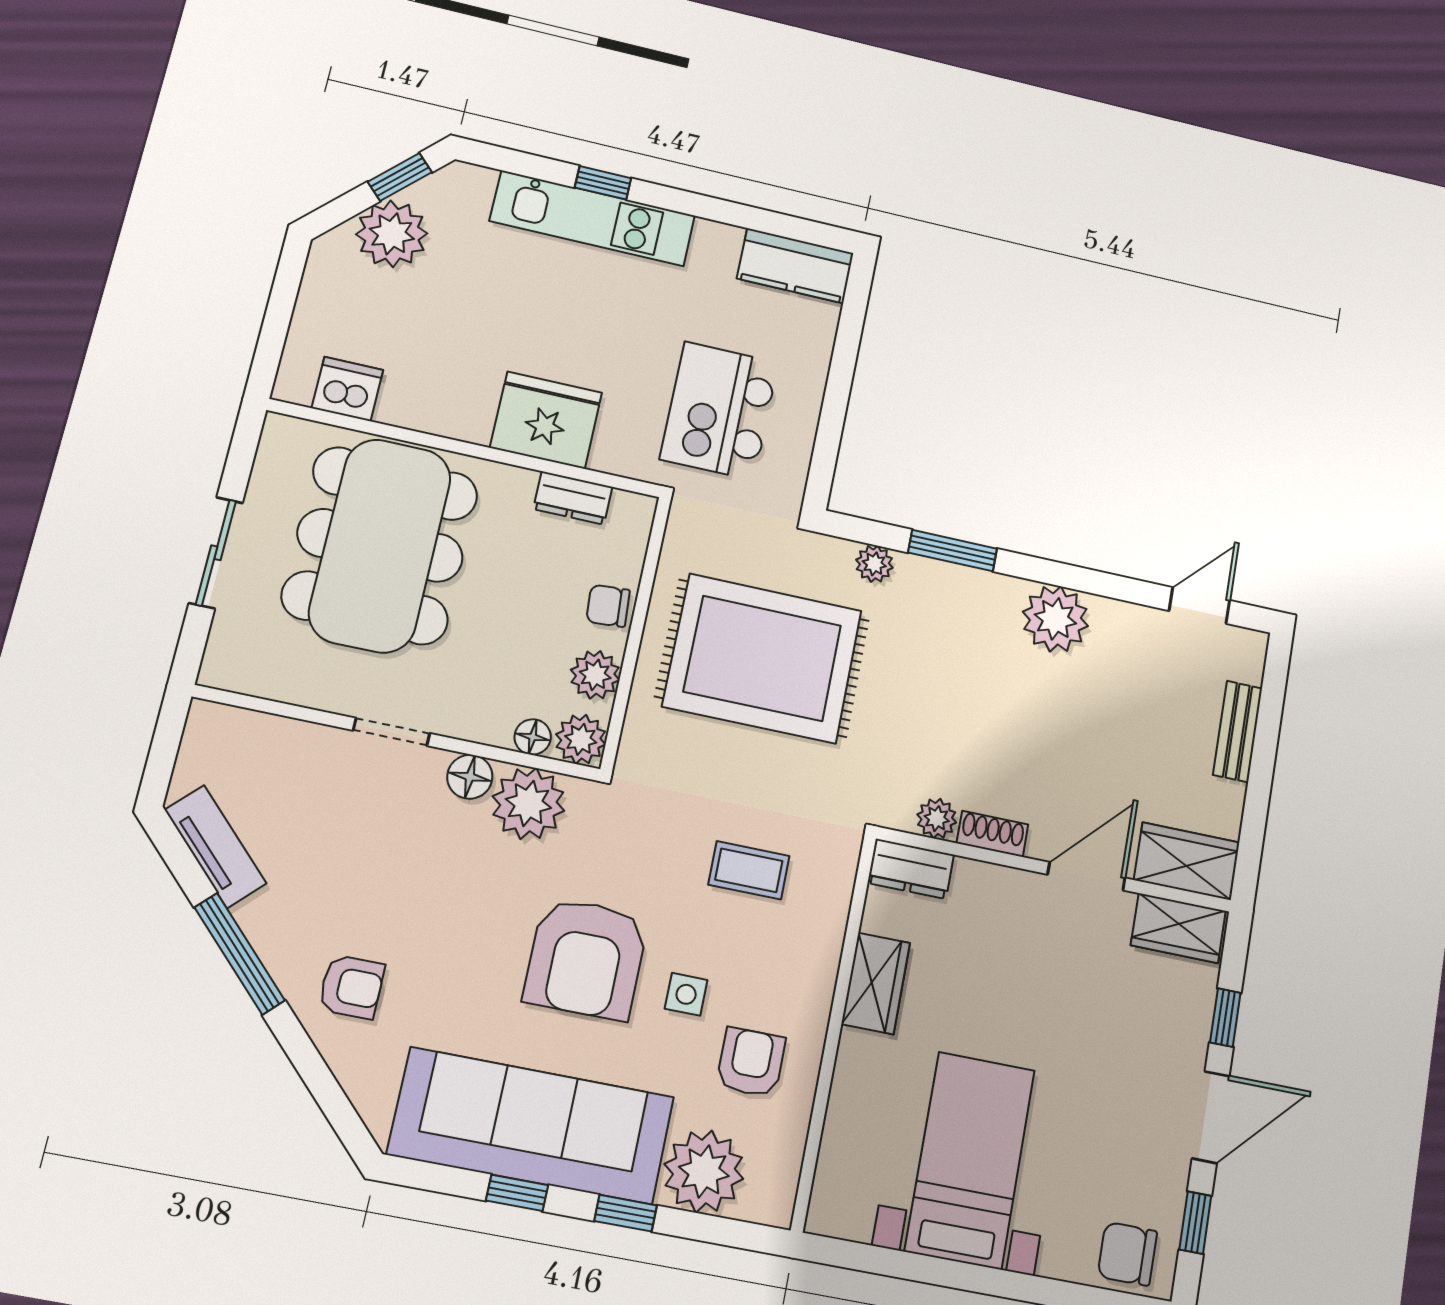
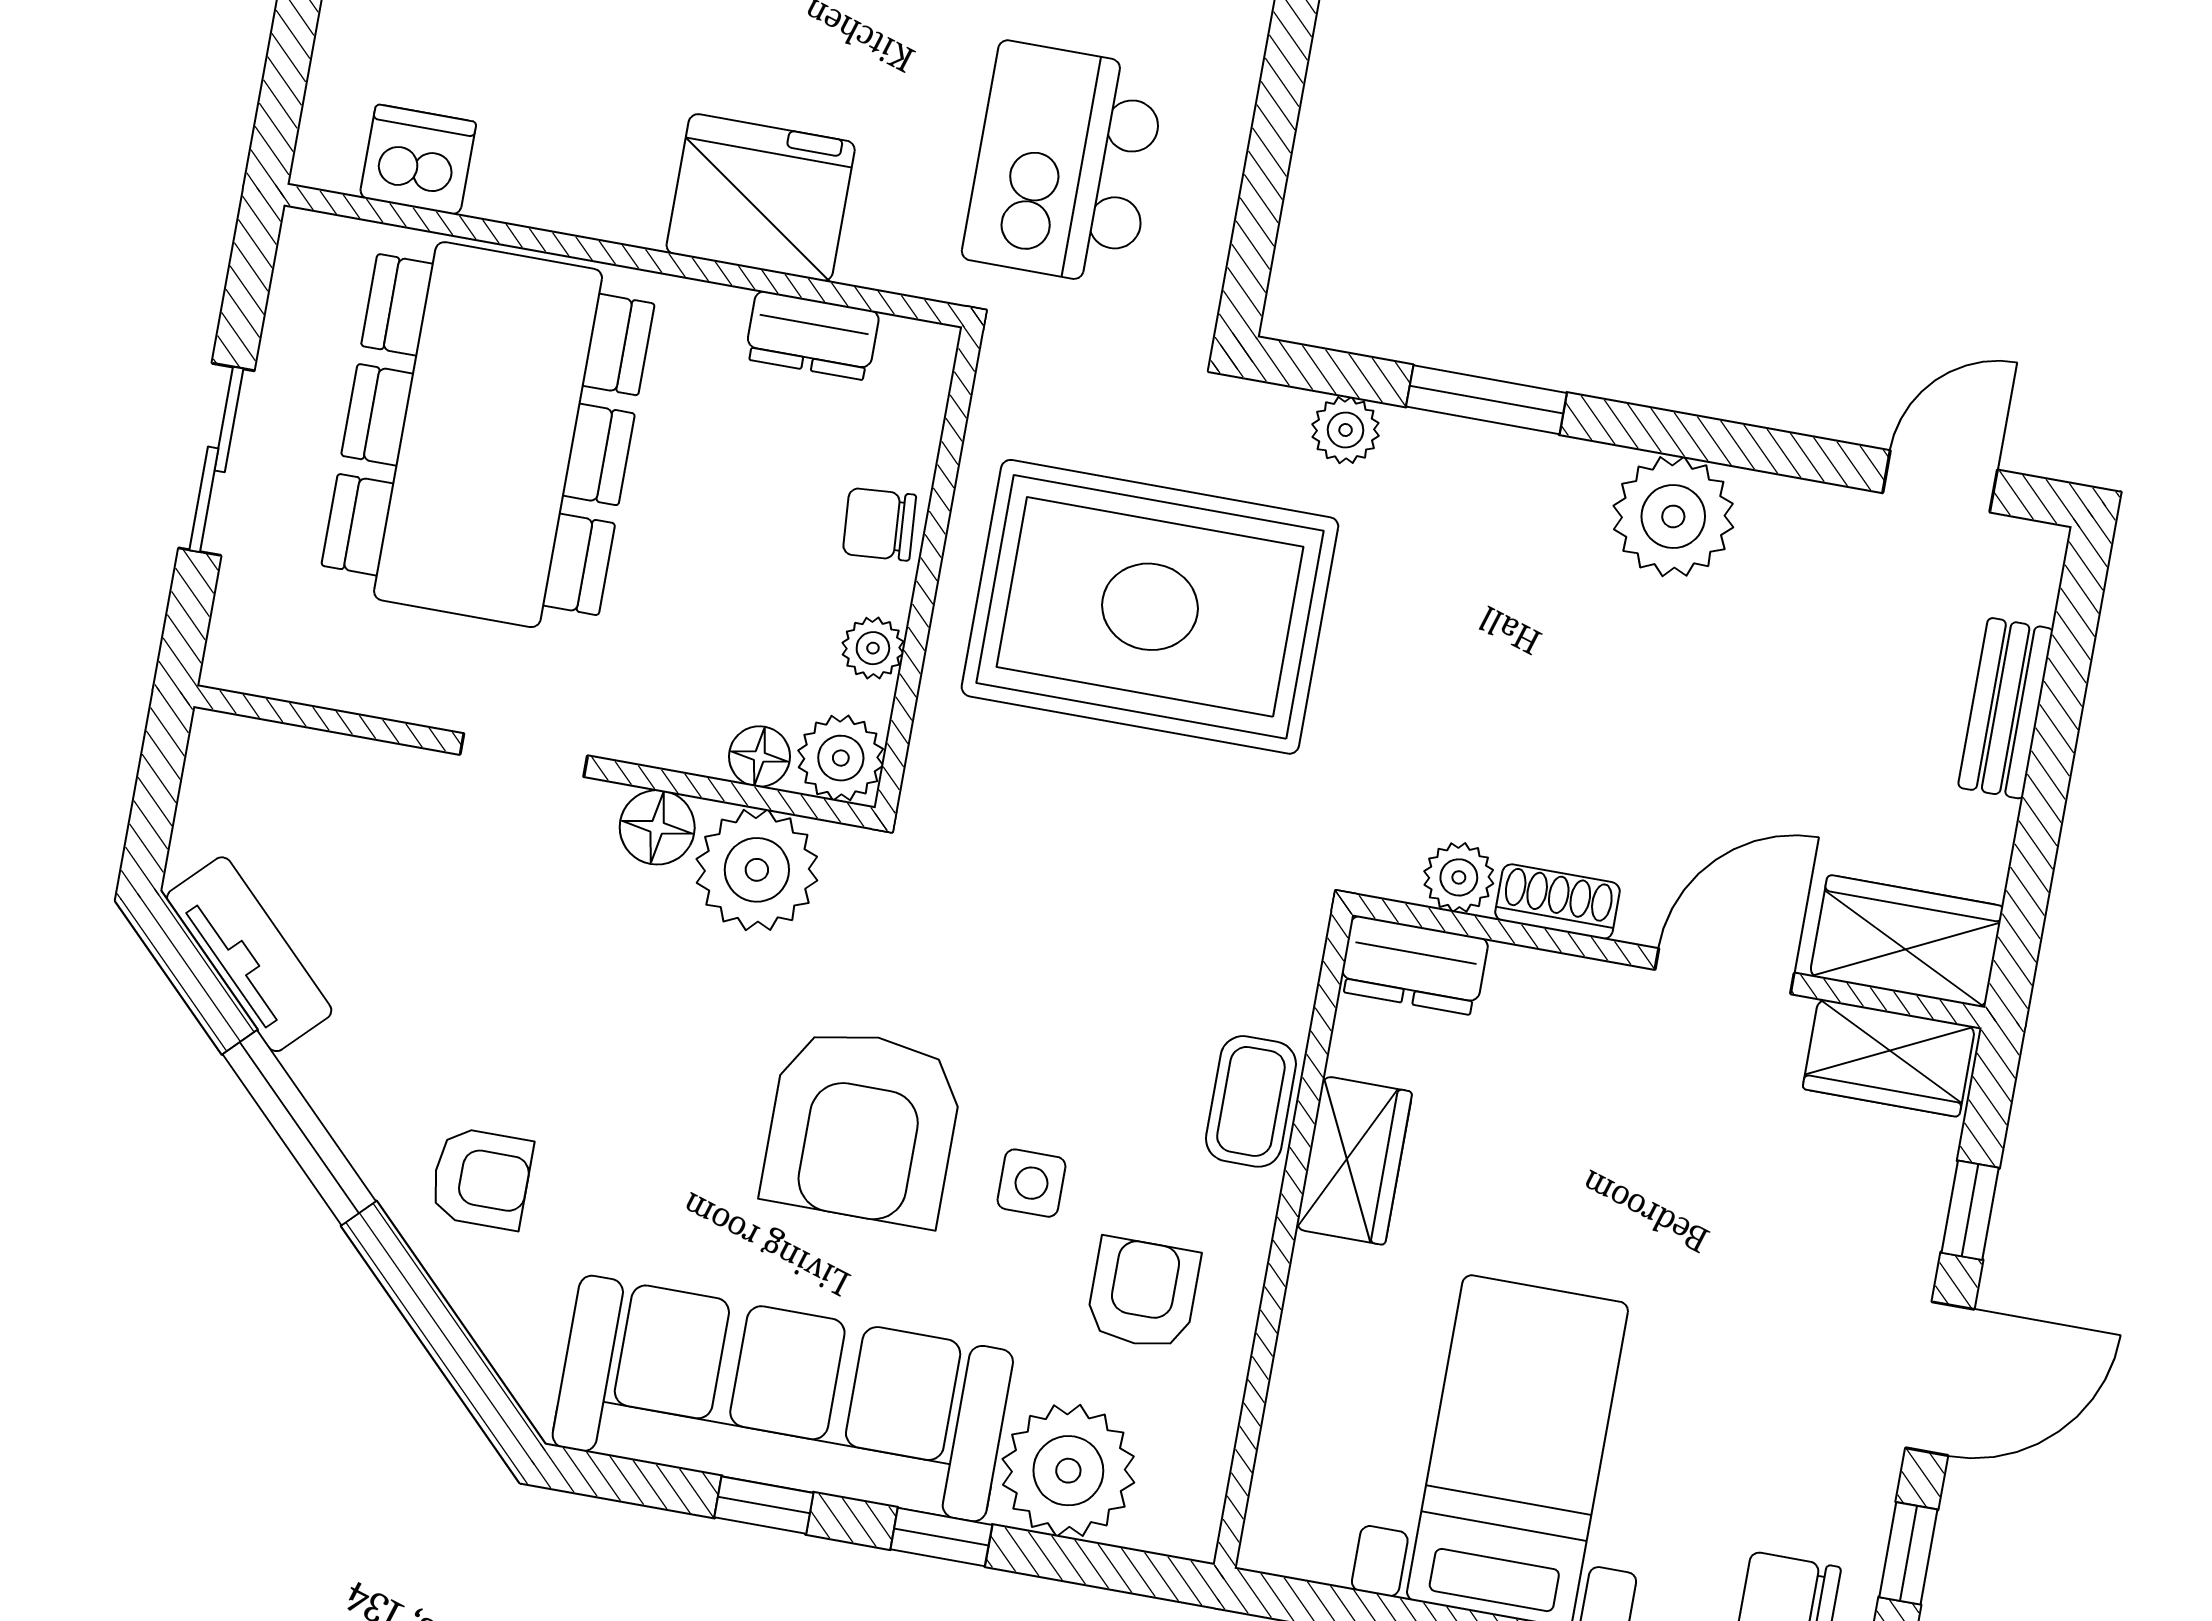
plant: (595, 675) -> (873, 648), width x0.73, depth x0.73
coffee table: (749, 870) -> (1251, 1101), moved, turned 90

